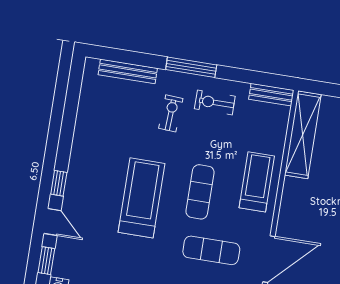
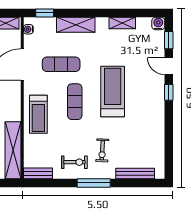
treadmill: (142, 198) -> (113, 92), turned 180

